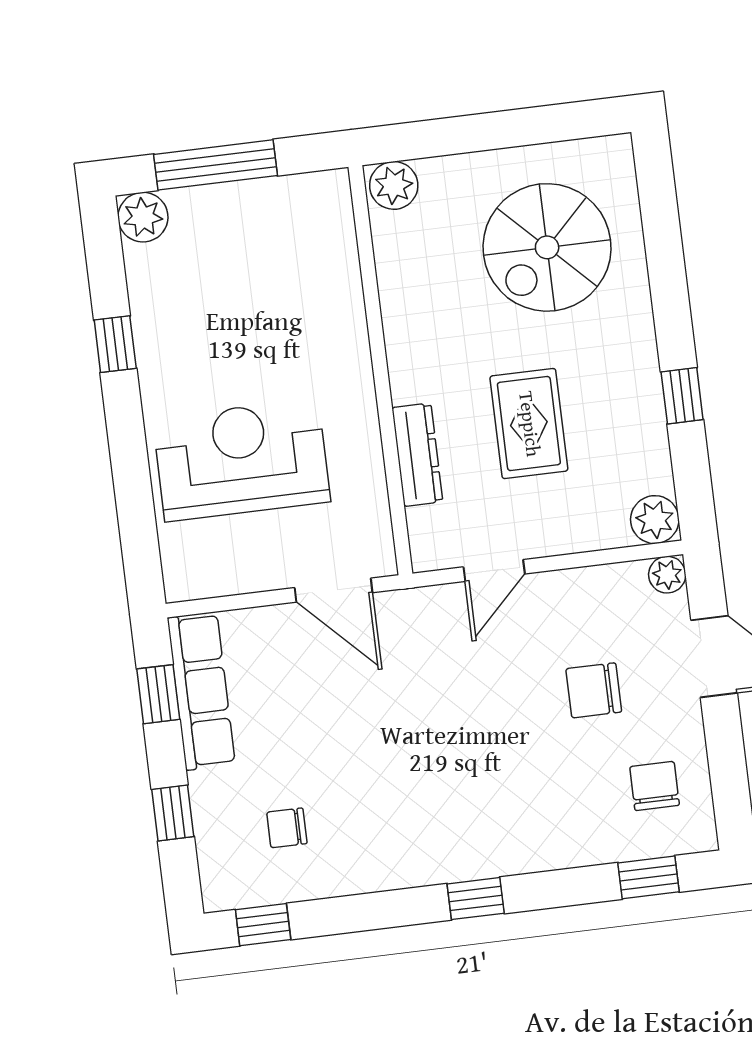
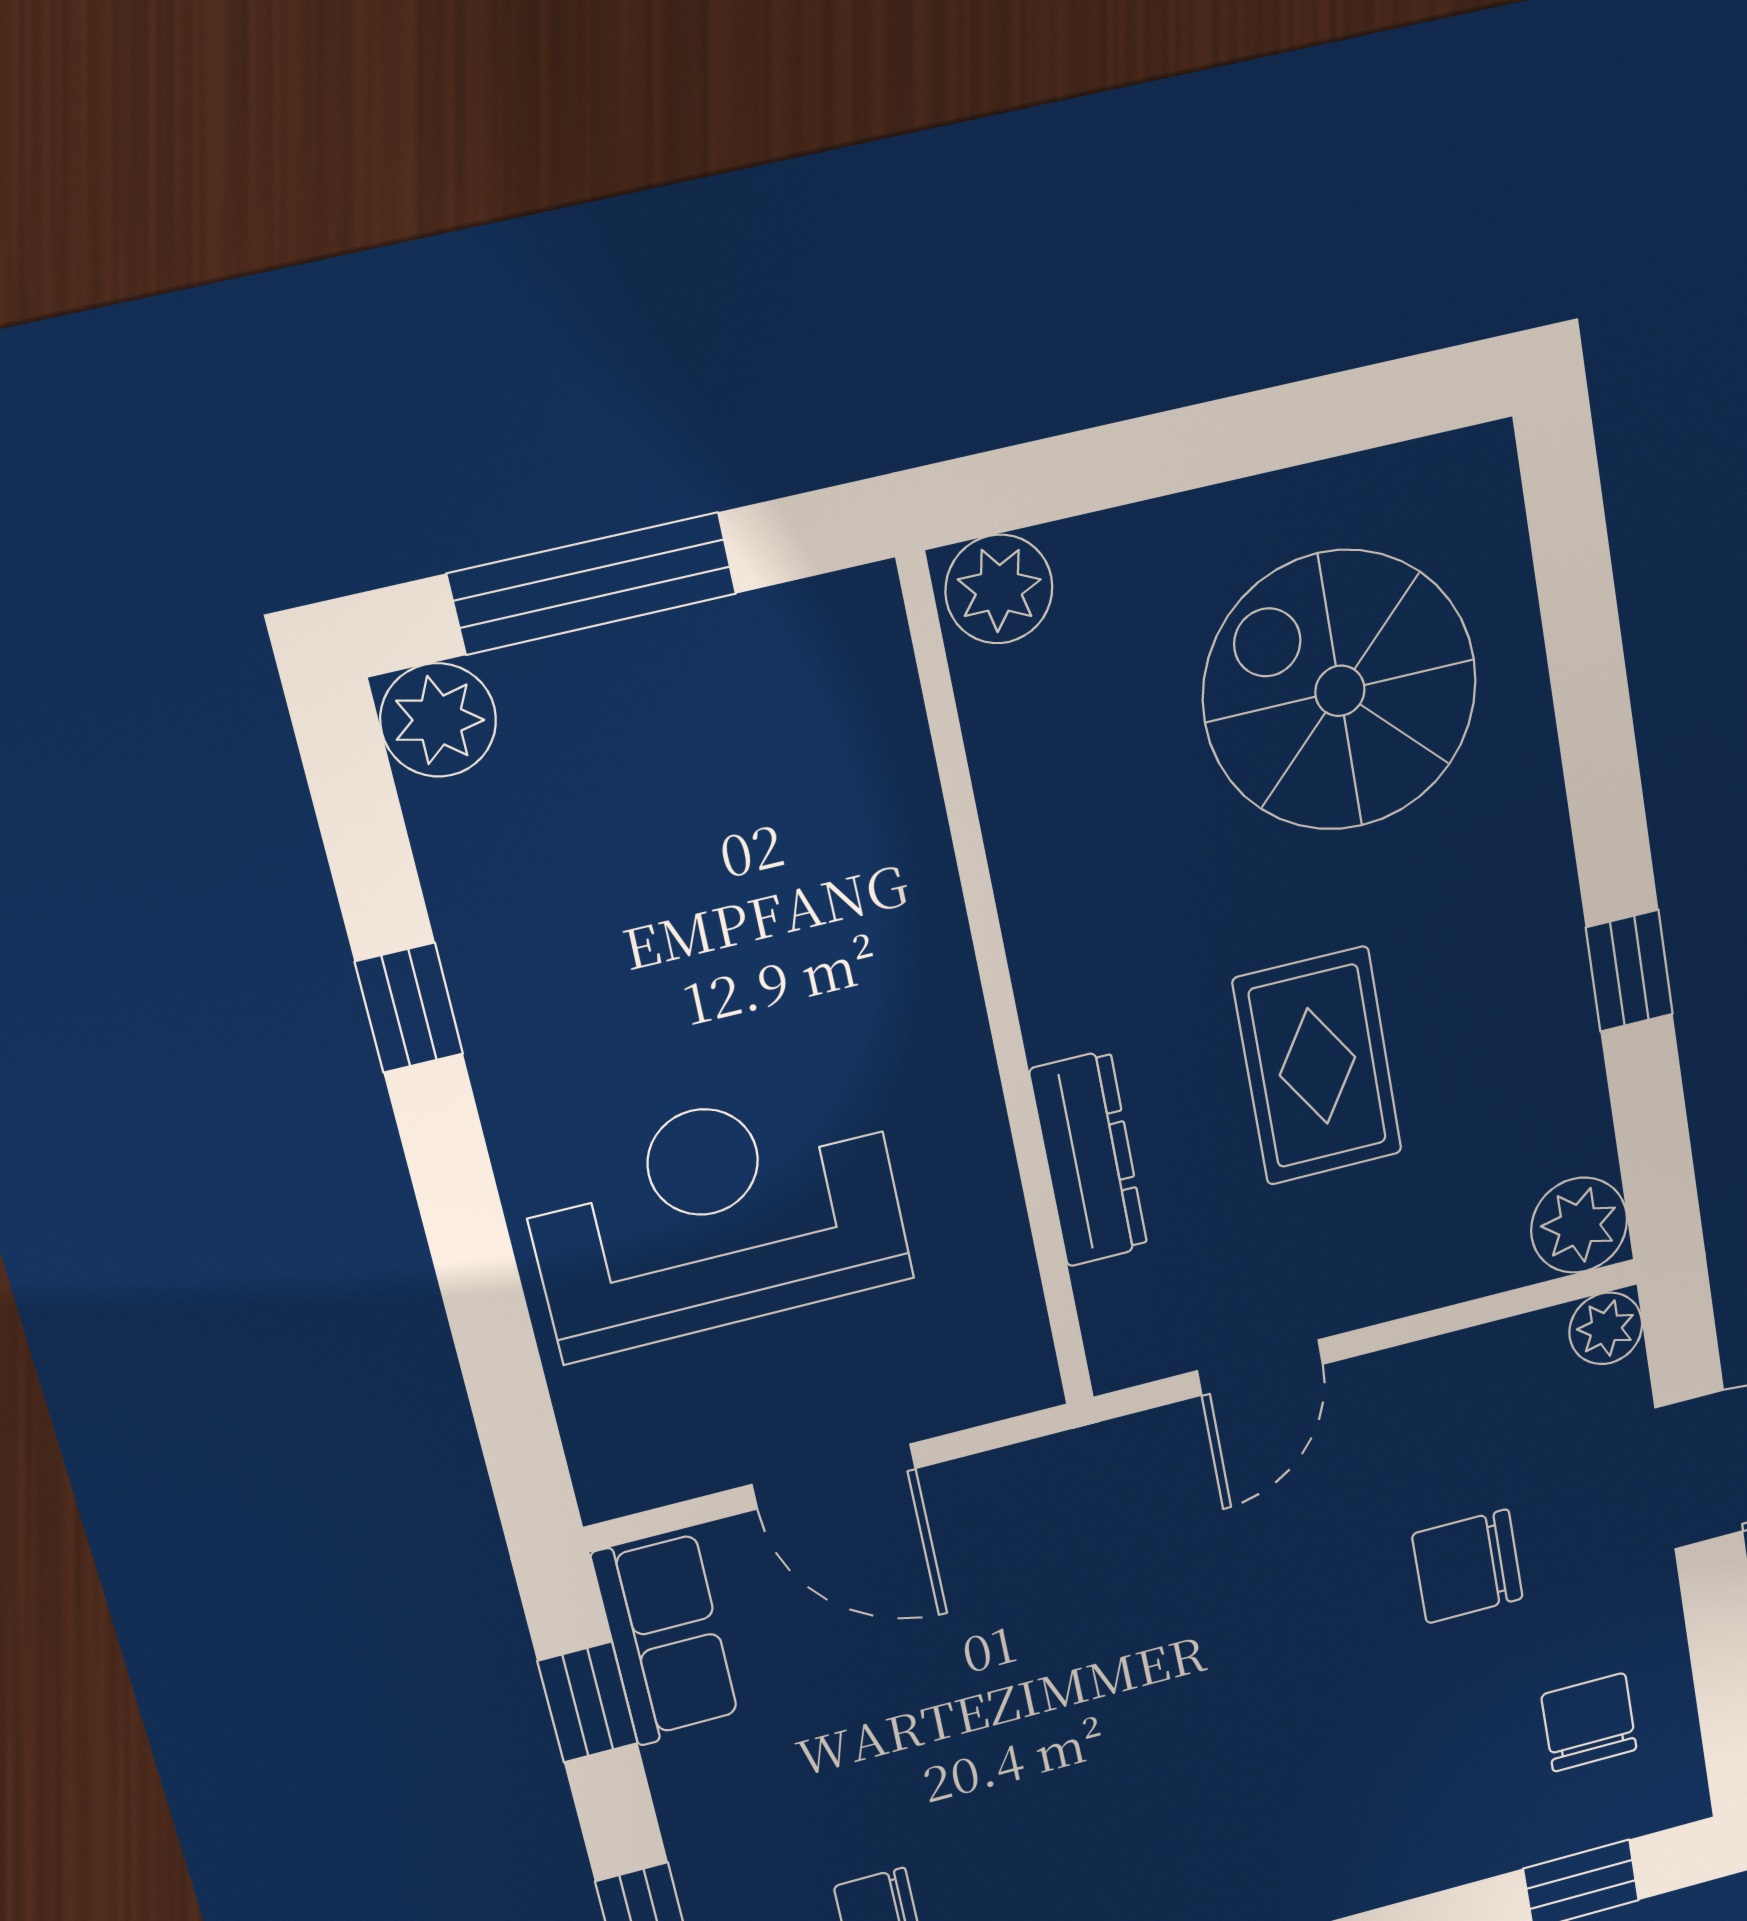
spiral stairs: (547, 247) -> (1340, 691), turned 90
door: (334, 590) -> (834, 1476), moved
row of seats: (201, 691) -> (665, 1637), width x0.68

